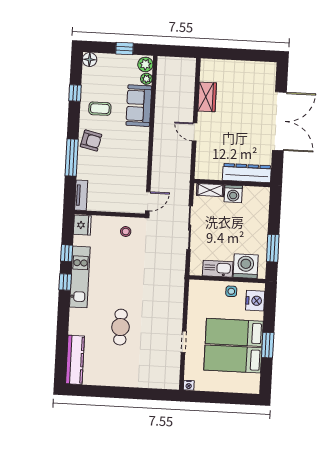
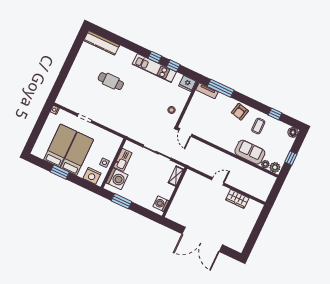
window: (72, 158) -> (221, 88), moved
dresser: (247, 173) -> (177, 204), removed
washing machine: (233, 194) -> (161, 204), moved

